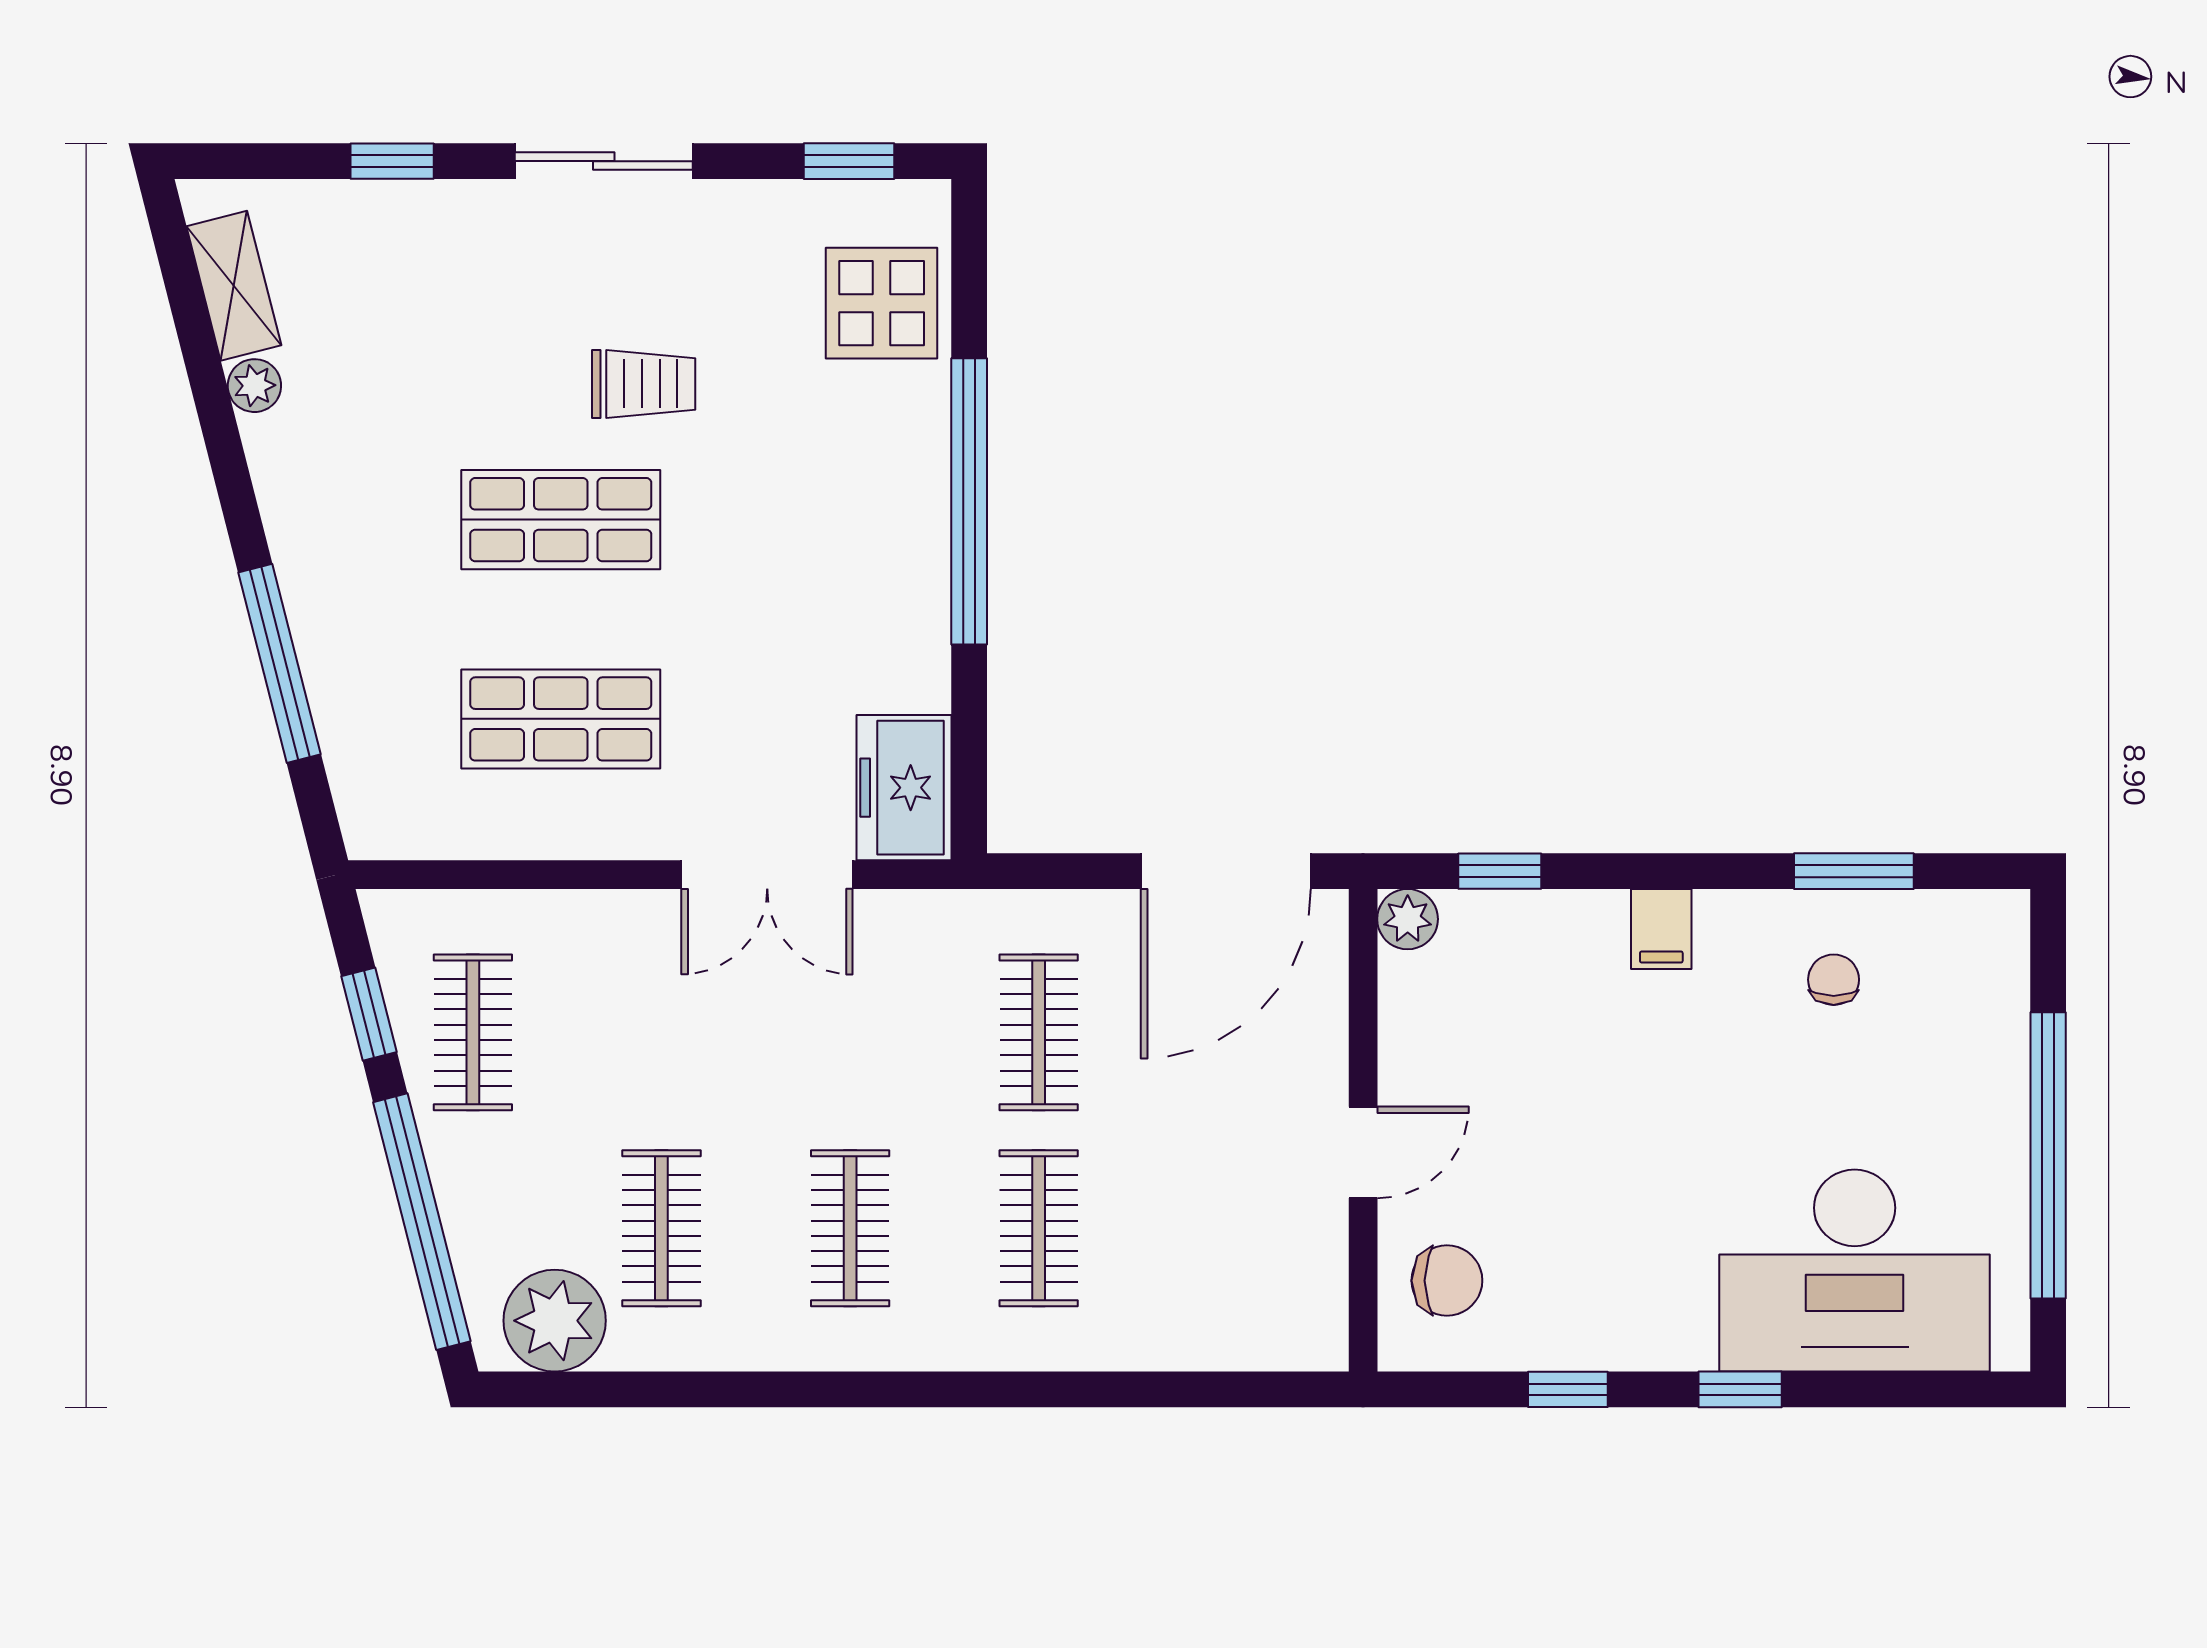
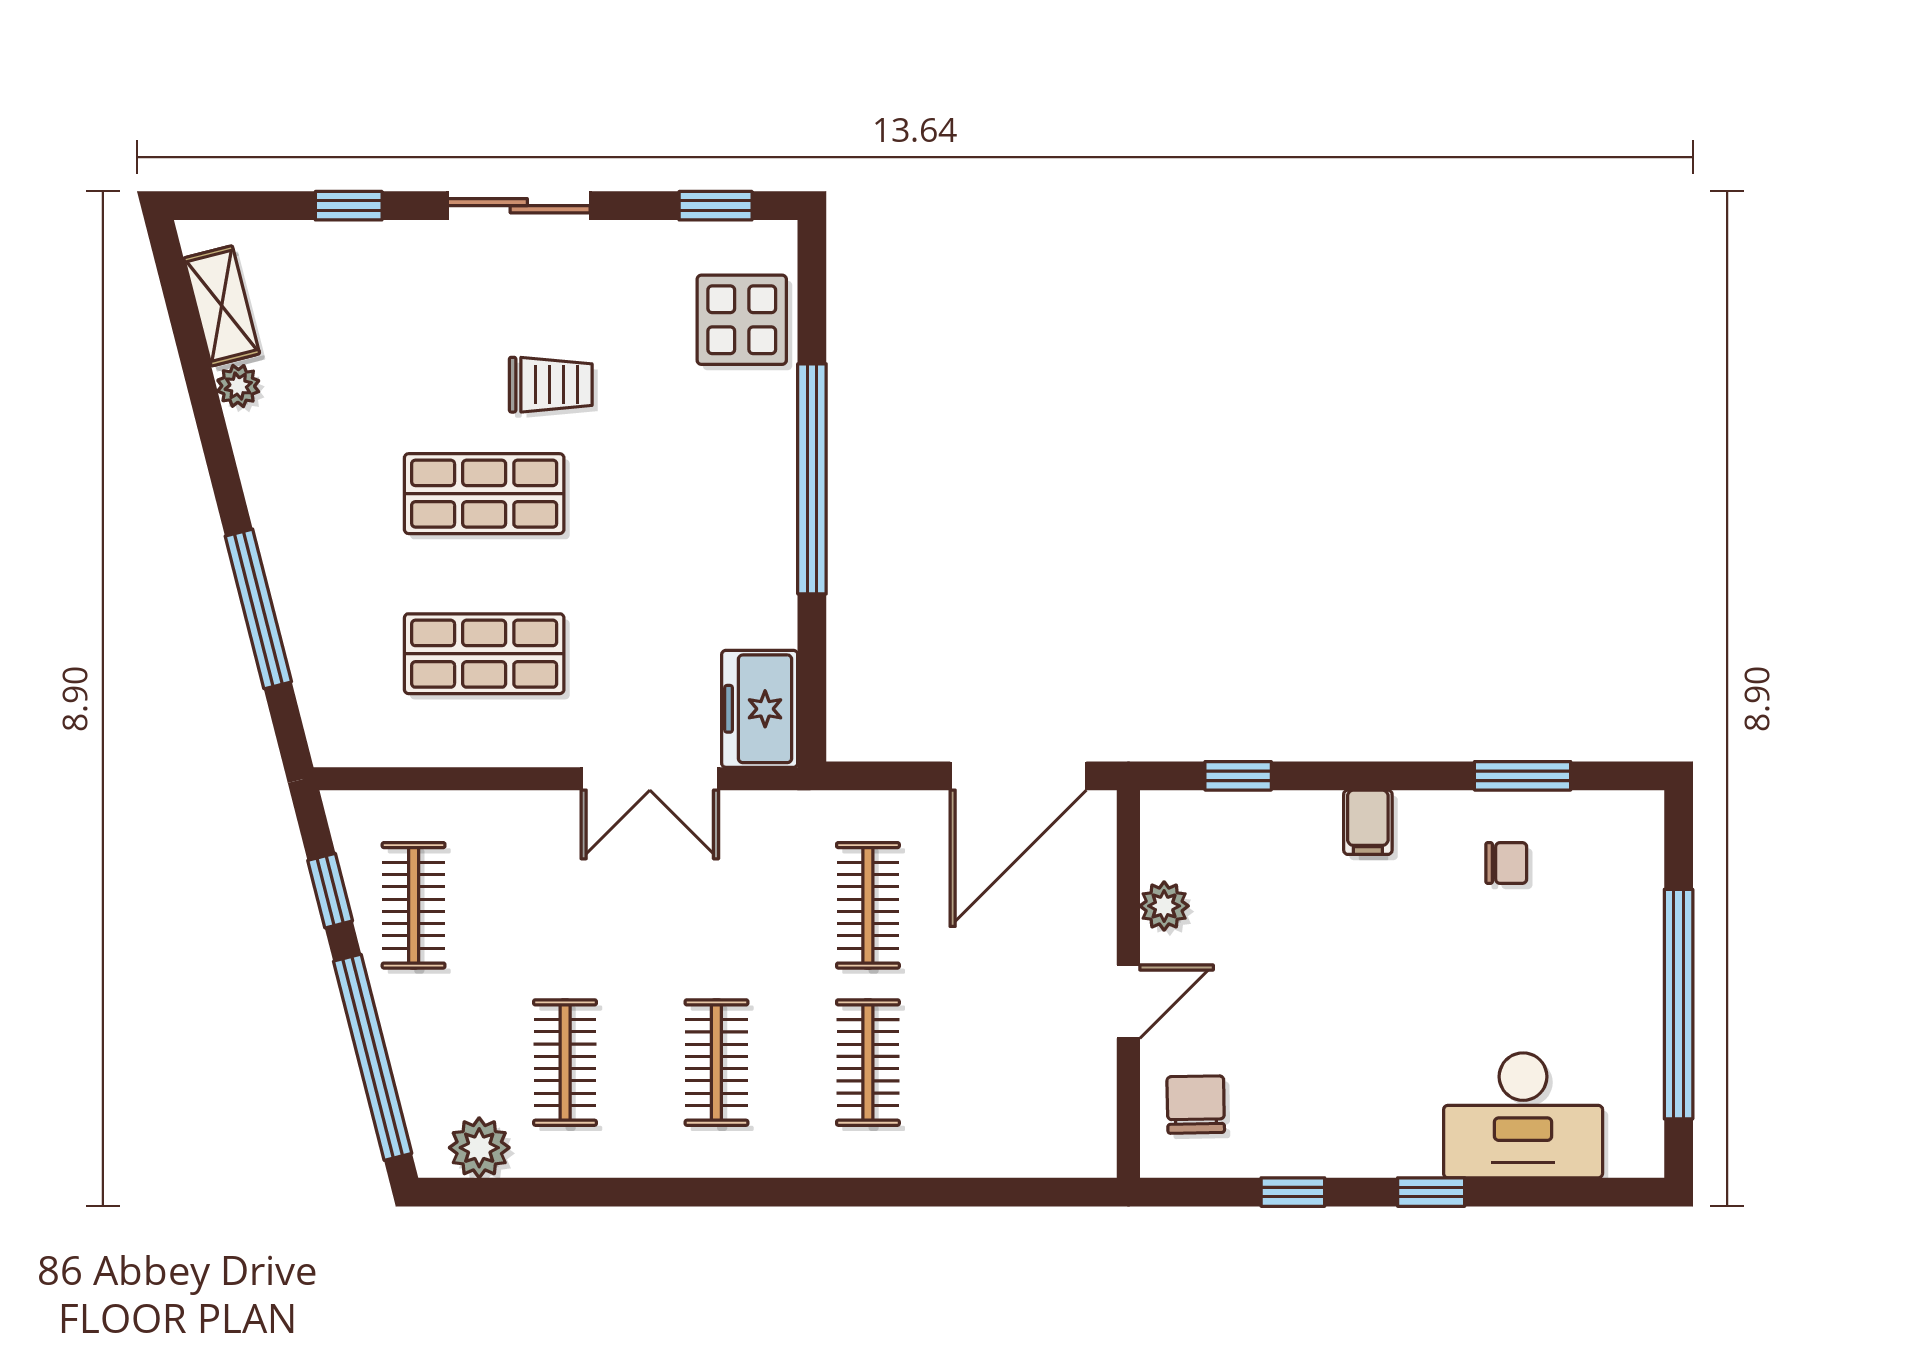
plant: (1408, 919) -> (1164, 906), moved
chair: (1834, 980) -> (1506, 863), turned 90
desk: (1855, 1271) -> (1523, 1115), width x0.73, depth x0.77
chair: (1447, 1281) -> (1196, 1105), turned -91
plant: (555, 1321) -> (479, 1148), width x0.73, depth x0.73

